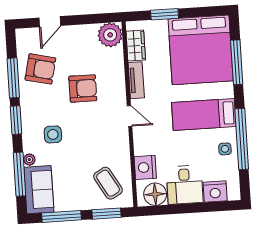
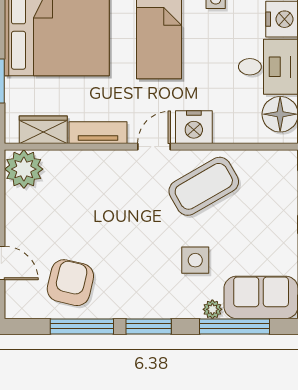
armchair: (83, 88) -> (106, 218), removed
side table: (53, 134) -> (195, 260), moved
nightstand: (145, 167) -> (194, 127), moved
coffee table: (108, 183) -> (204, 186), moved, width x1.36, depth x1.32

